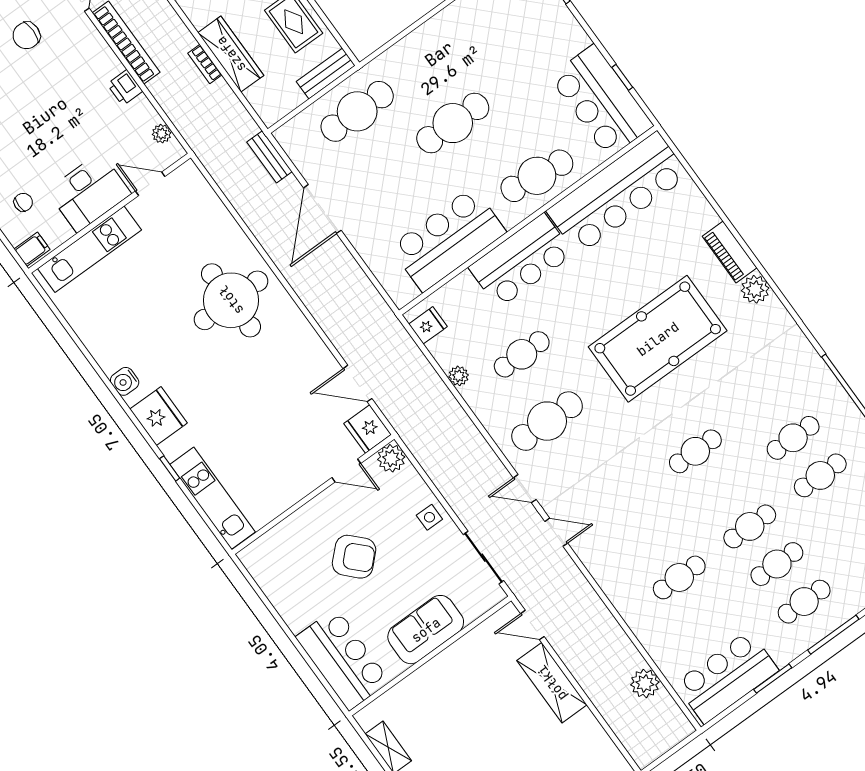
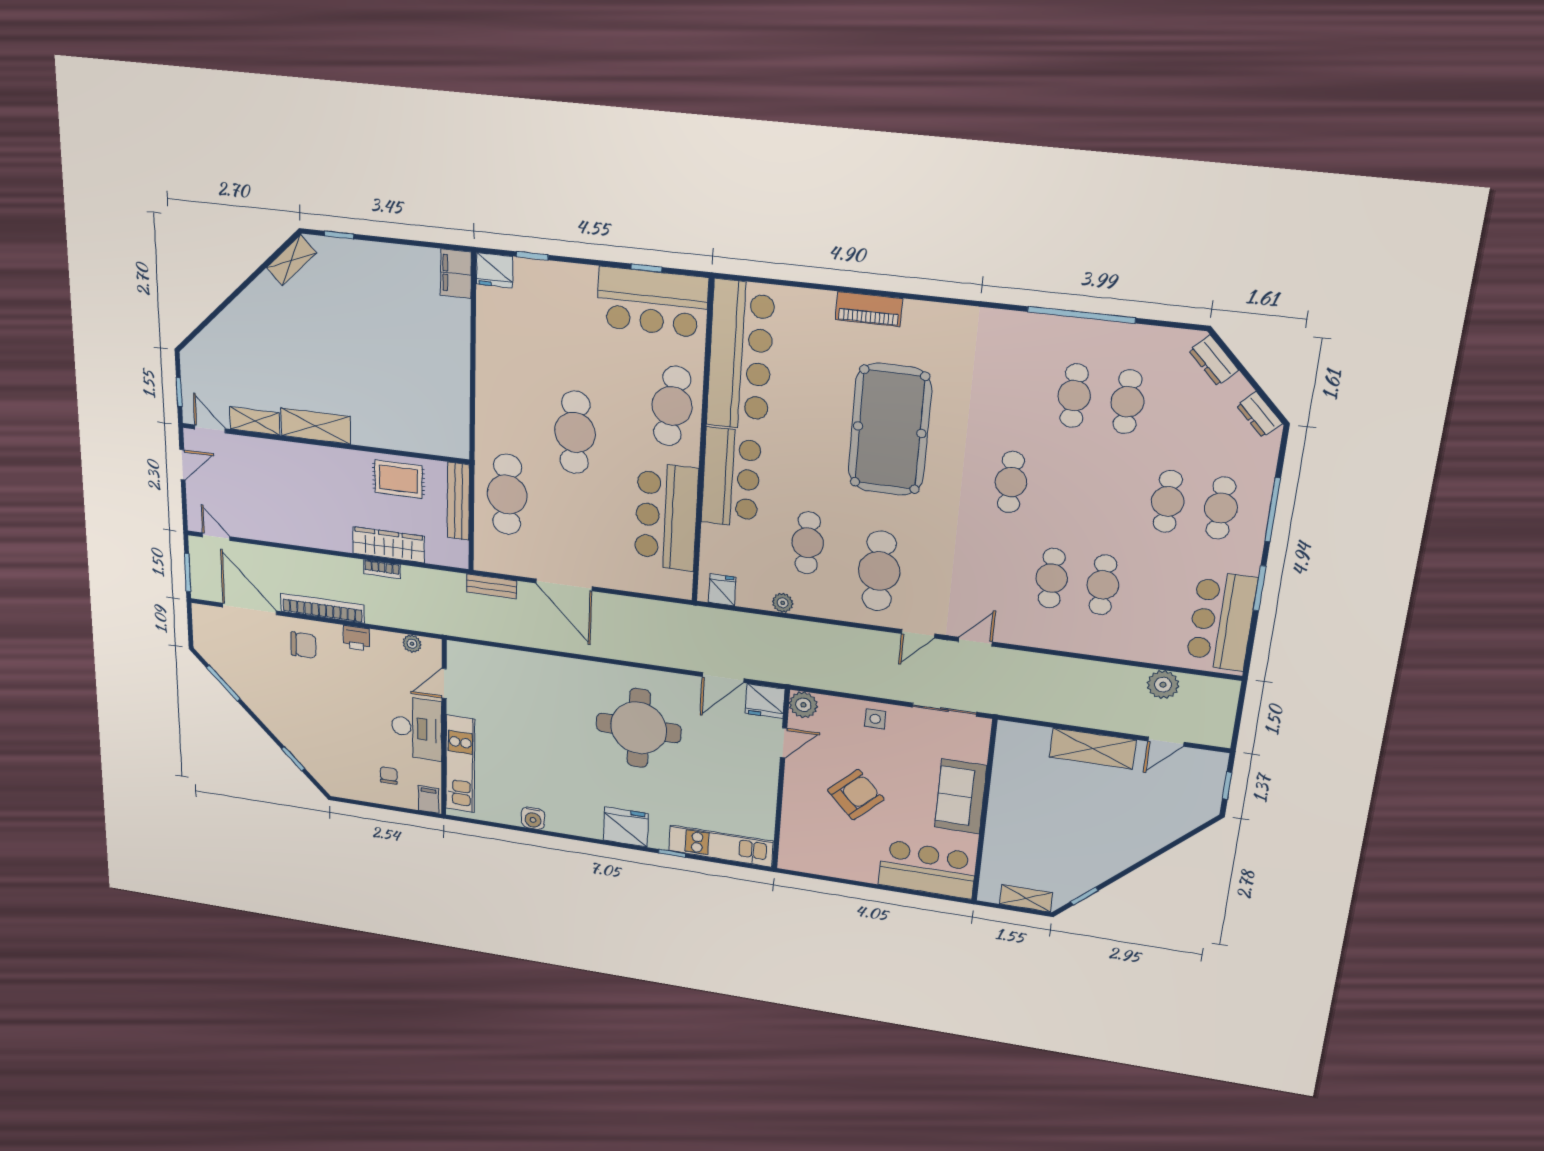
chair: (27, 35) -> (303, 645), moved, turned -90
bench: (326, 74) -> (458, 501), width x1.36
plant: (755, 289) -> (919, 316), removed
round table: (231, 300) -> (639, 728), moved
water cooler: (125, 381) -> (533, 818), moved
cafe table: (750, 526) -> (1052, 578), moved
door: (532, 625) -> (1166, 742), moved

